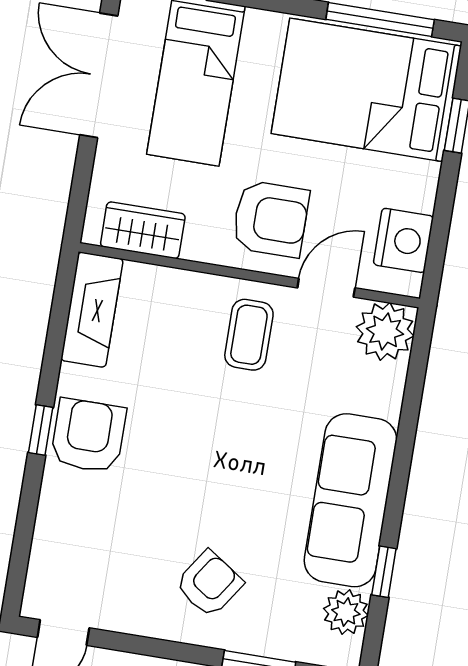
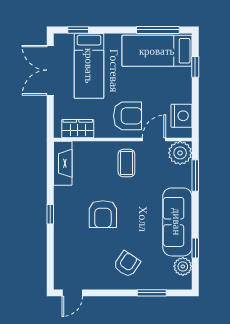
bed: (366, 90) -> (157, 51), width x0.67
window: (413, 393) -> (195, 175), added
armchair: (88, 436) -> (103, 214), moved, turned 180

